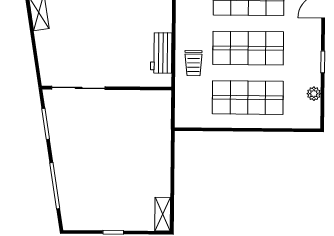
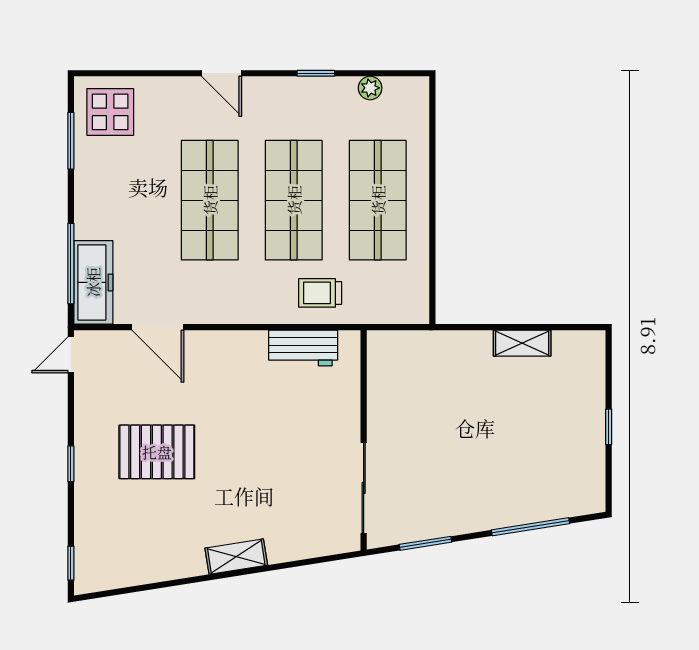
trolley: (194, 63) -> (320, 293), turned 180
shelving: (163, 214) -> (522, 343), moved

